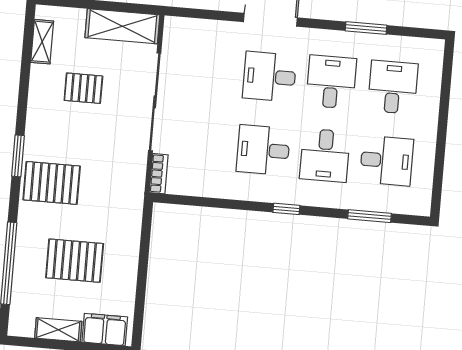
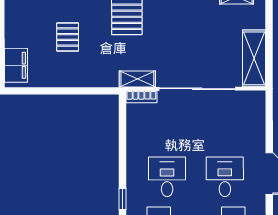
pallet: (83, 88) -> (203, 32), removed
pallet: (75, 261) -> (68, 37), width x0.67, depth x0.71
shelving: (58, 330) -> (137, 79), moved, turned 90

